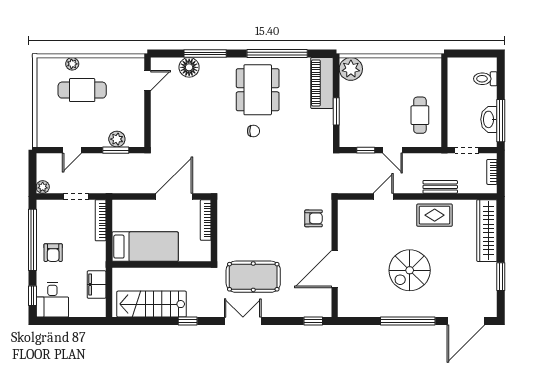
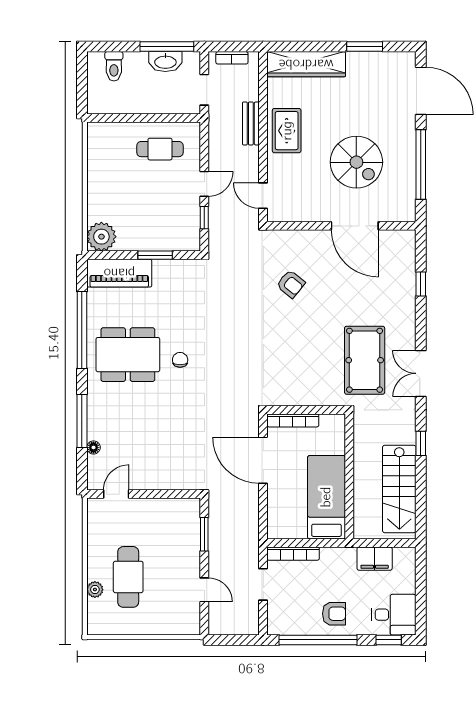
floor lamp: (189, 67) -> (93, 447), width x0.53, depth x0.53
door: (148, 81) -> (116, 494), hinge flipped
plant: (117, 139) -> (190, 533), removed
plant: (43, 187) -> (251, 627), removed
armchair: (314, 218) -> (291, 284), turned 129
wall: (335, 258) -> (341, 226), moved
door: (335, 269) -> (355, 226), moved

